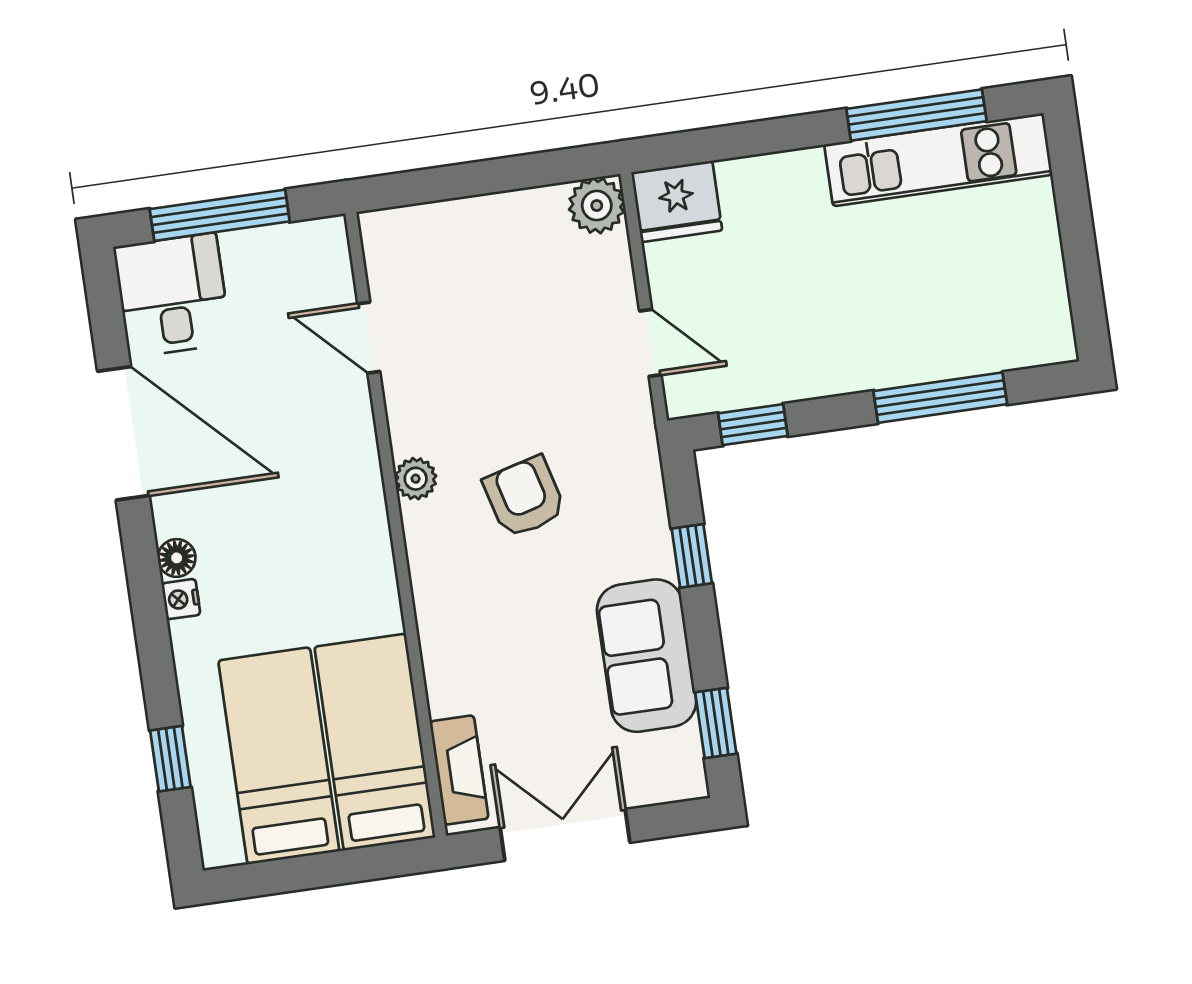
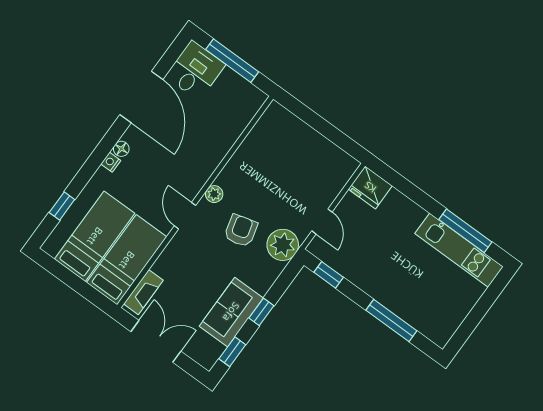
plant: (597, 206) -> (283, 245), moved, width x1.36, depth x1.36
door: (369, 338) -> (185, 216), moved
window: (692, 556) -> (261, 312), moved

